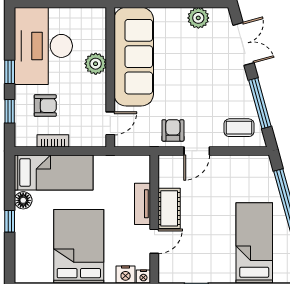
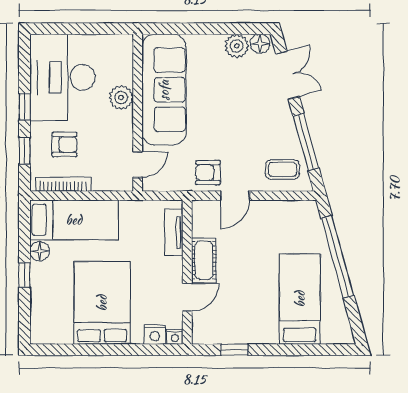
floor lamp: (219, 16) -> (260, 44), added
armchair: (173, 130) -> (208, 173), turned -90
bookcase: (53, 141) -> (63, 184), width x1.56
tv unit: (143, 204) -> (174, 232), moved

